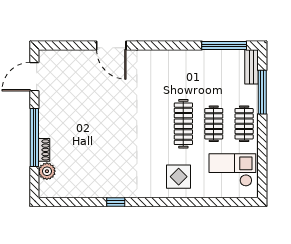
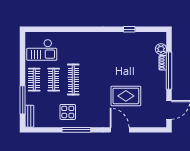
window: (224, 45) -> (76, 130), moved
rug: (102, 98) -> (126, 96), added
display table: (179, 177) -> (68, 112), moved
window: (116, 202) -> (129, 29), moved

